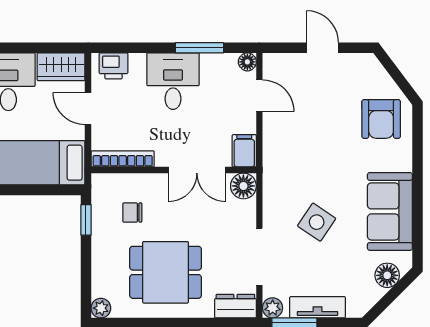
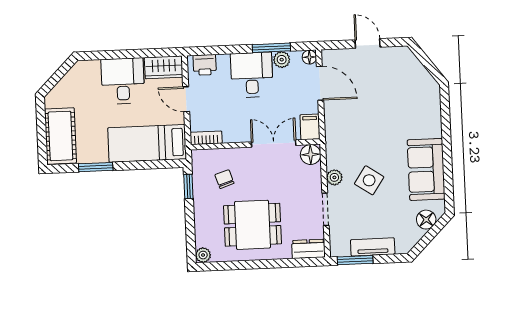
plant: (212, 64) -> (282, 60), added
door: (259, 96) -> (320, 83), width x1.38
armchair: (381, 119) -> (416, 97), removed
bookcase: (123, 159) -> (206, 138), width x0.64
double door: (197, 170) -> (274, 144), swing flipped
chair: (132, 213) -> (224, 179), turned 72
doorway: (259, 257) -> (325, 209), width x0.73
plant: (273, 308) -> (334, 177), moved

